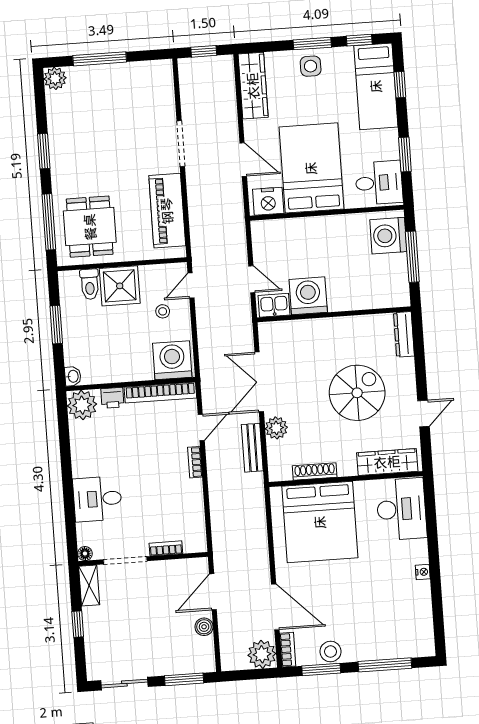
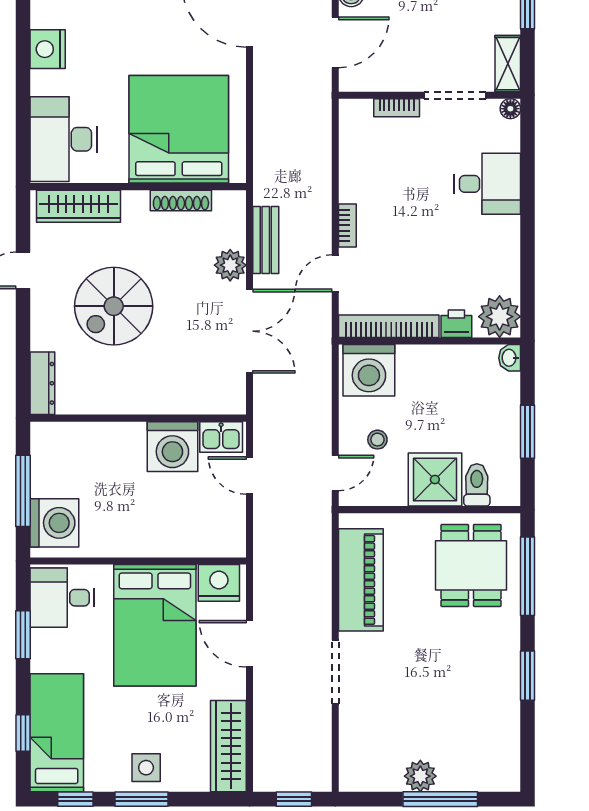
plant: (55, 78) -> (420, 776), moved
nightstand: (423, 572) -> (48, 49), width x1.89, depth x1.79

